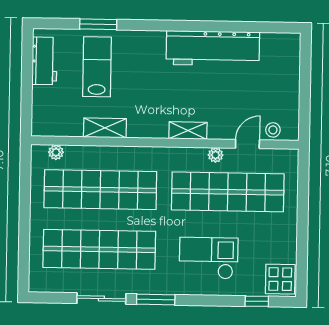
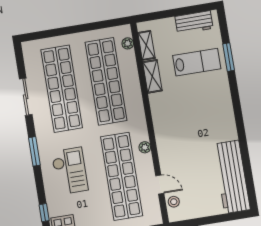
workbench: (213, 48) -> (232, 177), moved
shelving: (188, 130) -> (146, 45), moved
plant: (216, 155) -> (145, 147), moved
window: (156, 299) -> (34, 151), moved

